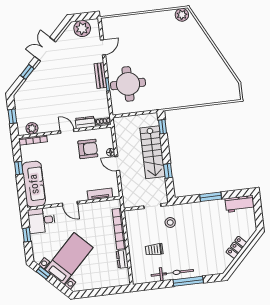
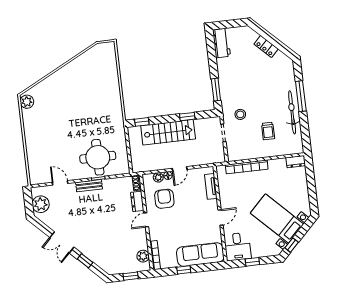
plant: (109, 143) -> (158, 177), added
window: (211, 197) -> (216, 90), moved
dresser: (122, 259) -> (296, 162), moved

